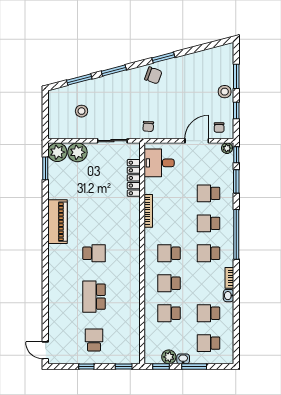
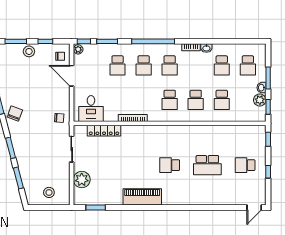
stool: (82, 111) -> (49, 192), moved
plant: (57, 152) -> (82, 197), removed
school desk: (94, 253) -> (170, 165), turned -90

